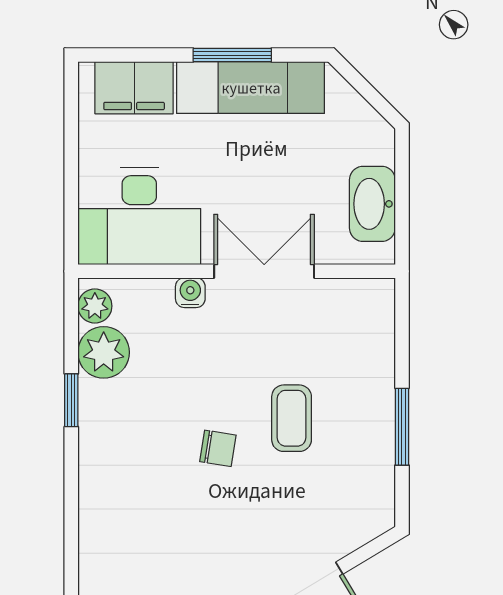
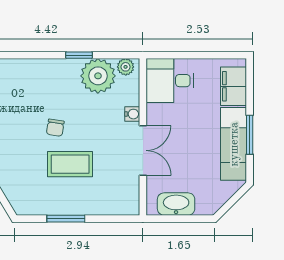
desk: (139, 216) -> (170, 81), width x0.73
plant: (104, 352) -> (98, 76), width x1.36, depth x1.36
coffee table: (292, 418) -> (70, 164), width x1.36, depth x1.30

